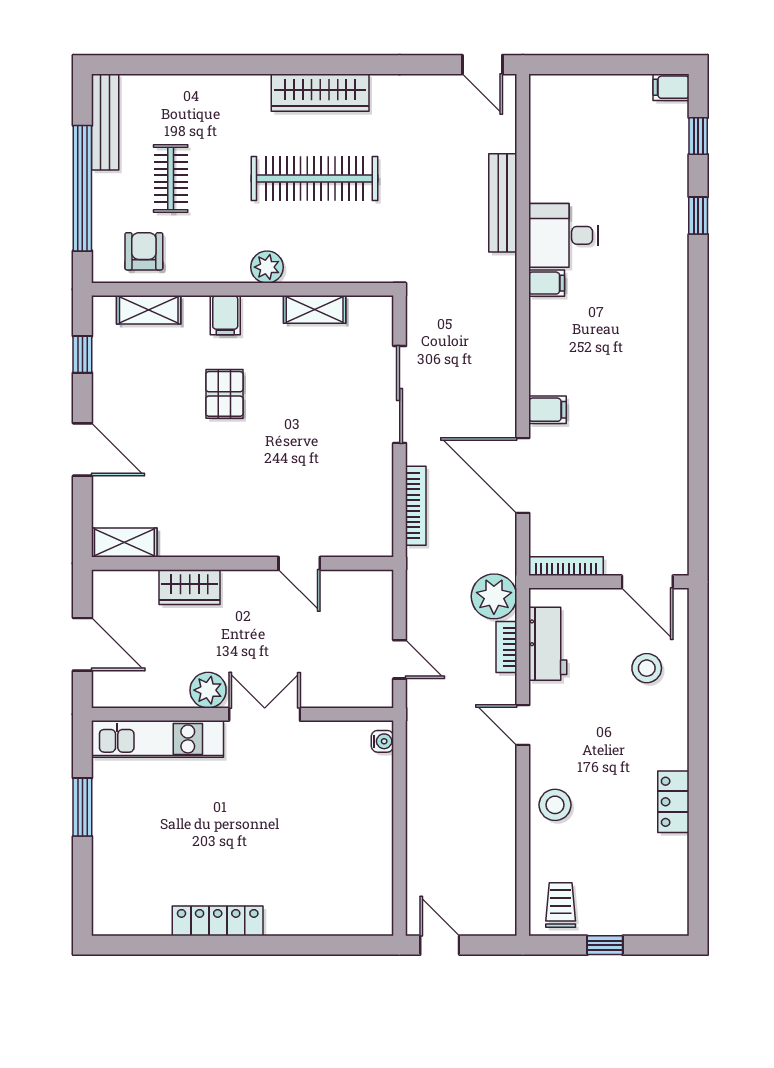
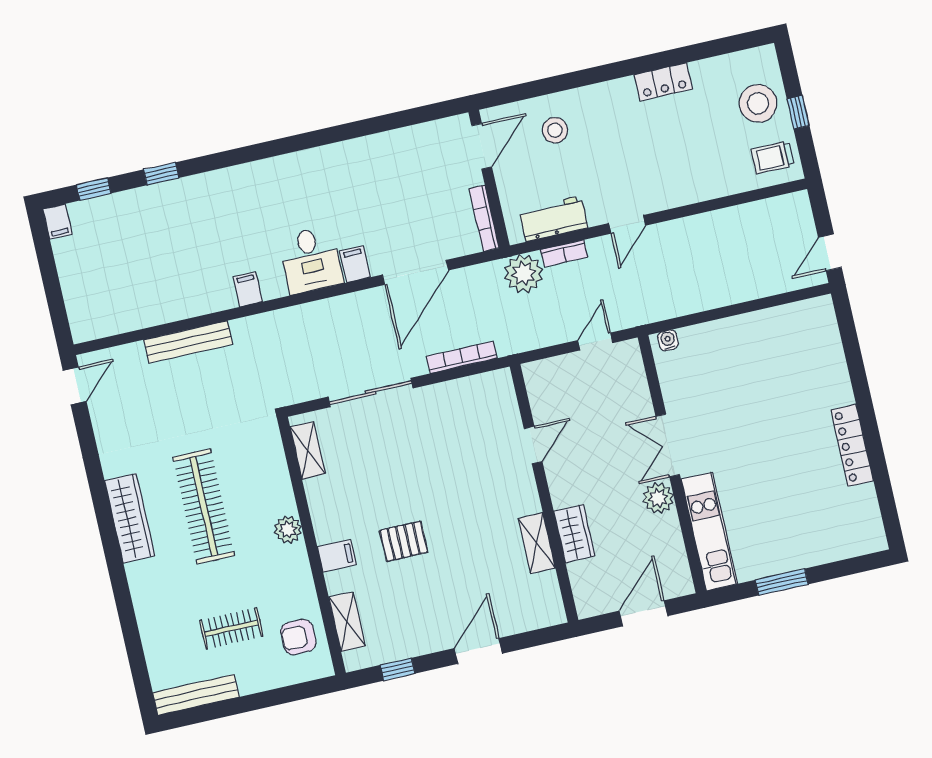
window: (82, 188) -> (257, 701), removed
desk: (563, 235) -> (311, 260), moved
shelving: (315, 309) -> (308, 450), moved
shelving: (124, 543) -> (537, 543), moved
stool: (555, 805) -> (758, 103), moved, width x1.38, depth x1.38

